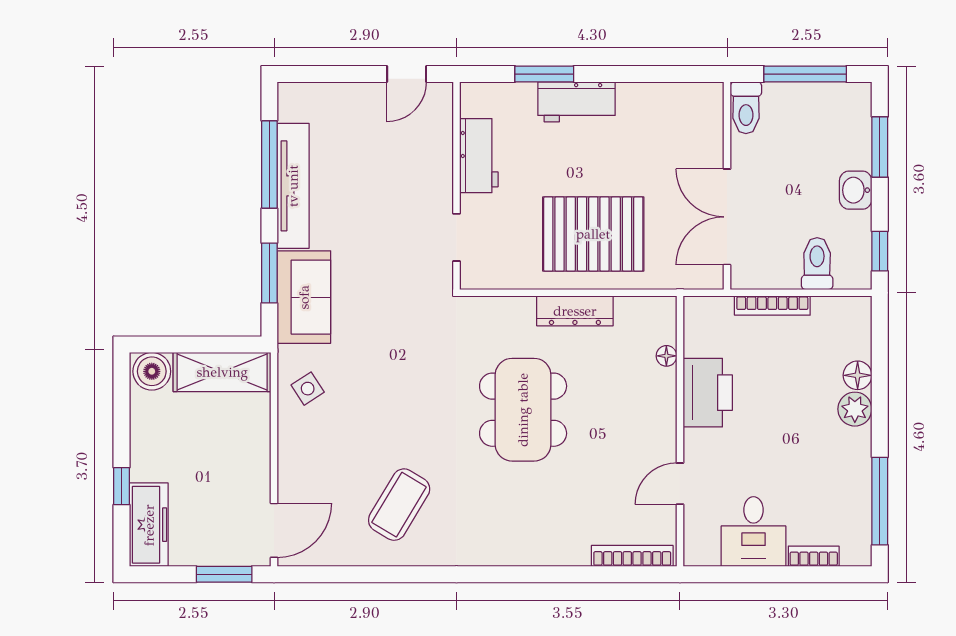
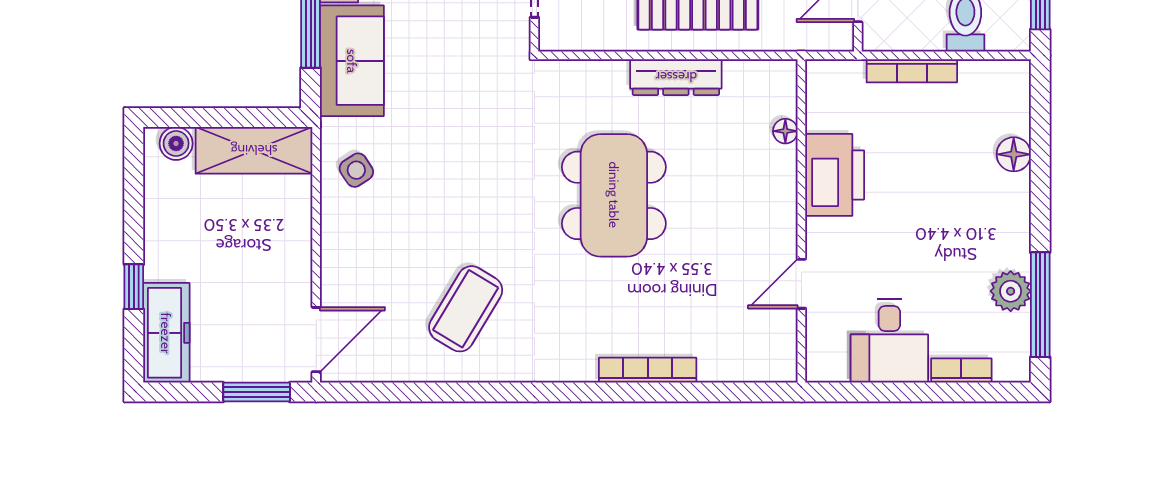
boiler: (152, 371) -> (176, 143), width x0.73, depth x0.73
plant: (855, 409) -> (1011, 291), moved
bookcase: (632, 556) -> (648, 370), moved

